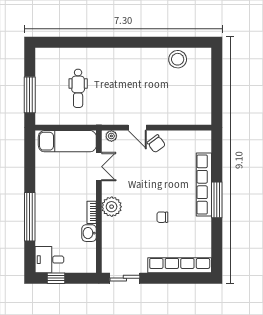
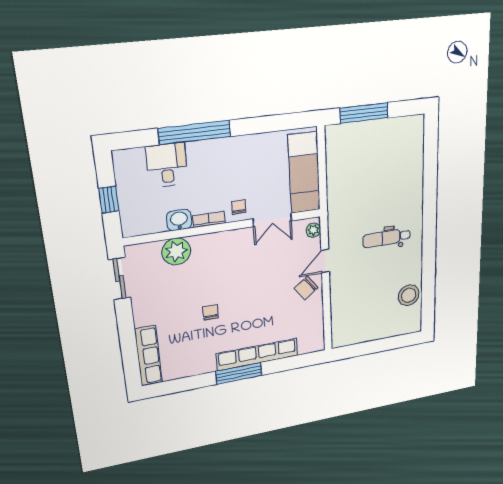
dental chair: (78, 88) -> (387, 238), moved
chair: (86, 190) -> (239, 207), added
plant: (112, 207) -> (176, 251), moved
desk: (49, 260) -> (167, 165), moved
row of seats: (180, 265) -> (148, 356), width x0.73
window: (56, 278) -> (109, 200), moved

